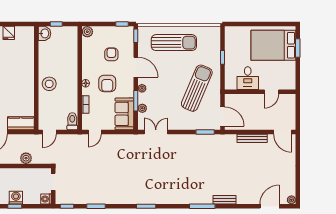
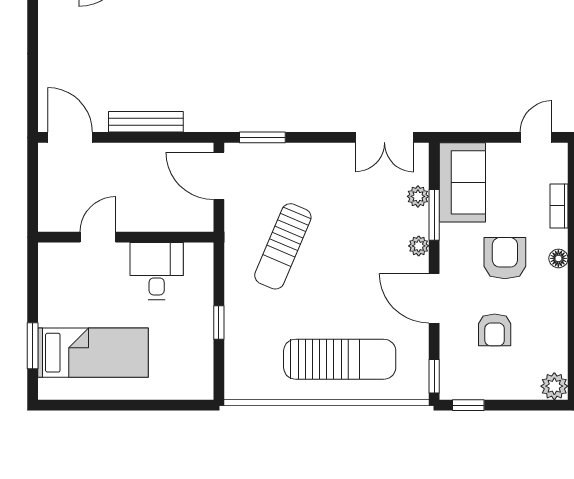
sun lounger: (174, 43) -> (340, 359), turned 180
bed: (273, 45) -> (93, 353), width x0.67
sun lounger: (197, 88) -> (283, 246), width x0.73, depth x0.75

